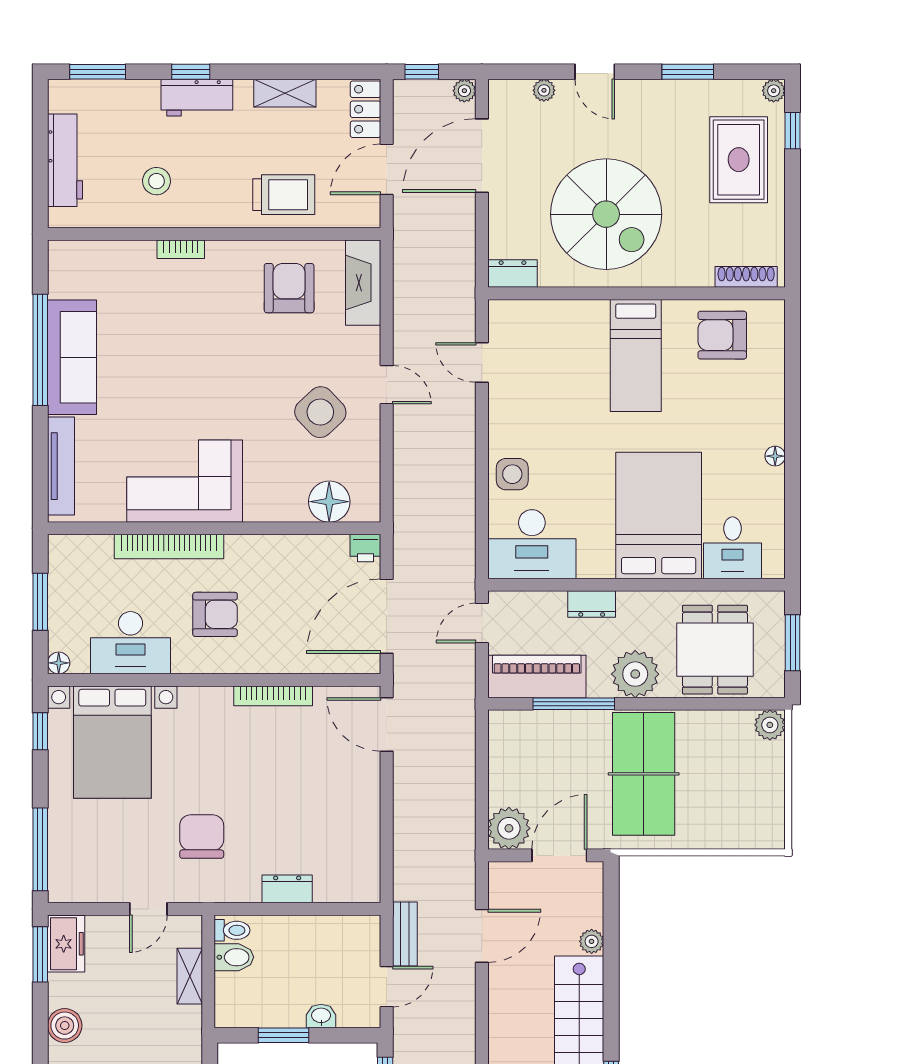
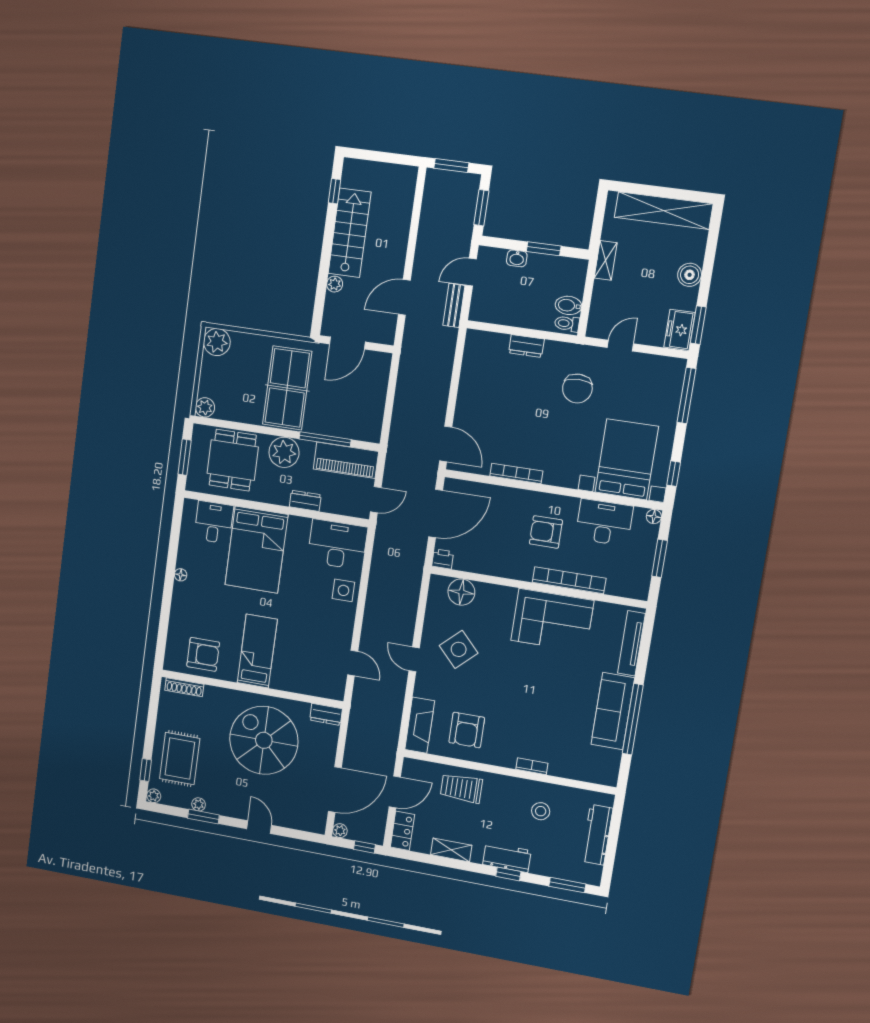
plant: (544, 90) -> (199, 804), moved
plant: (509, 828) -> (217, 342), moved
shelving: (190, 976) -> (606, 260), moved

